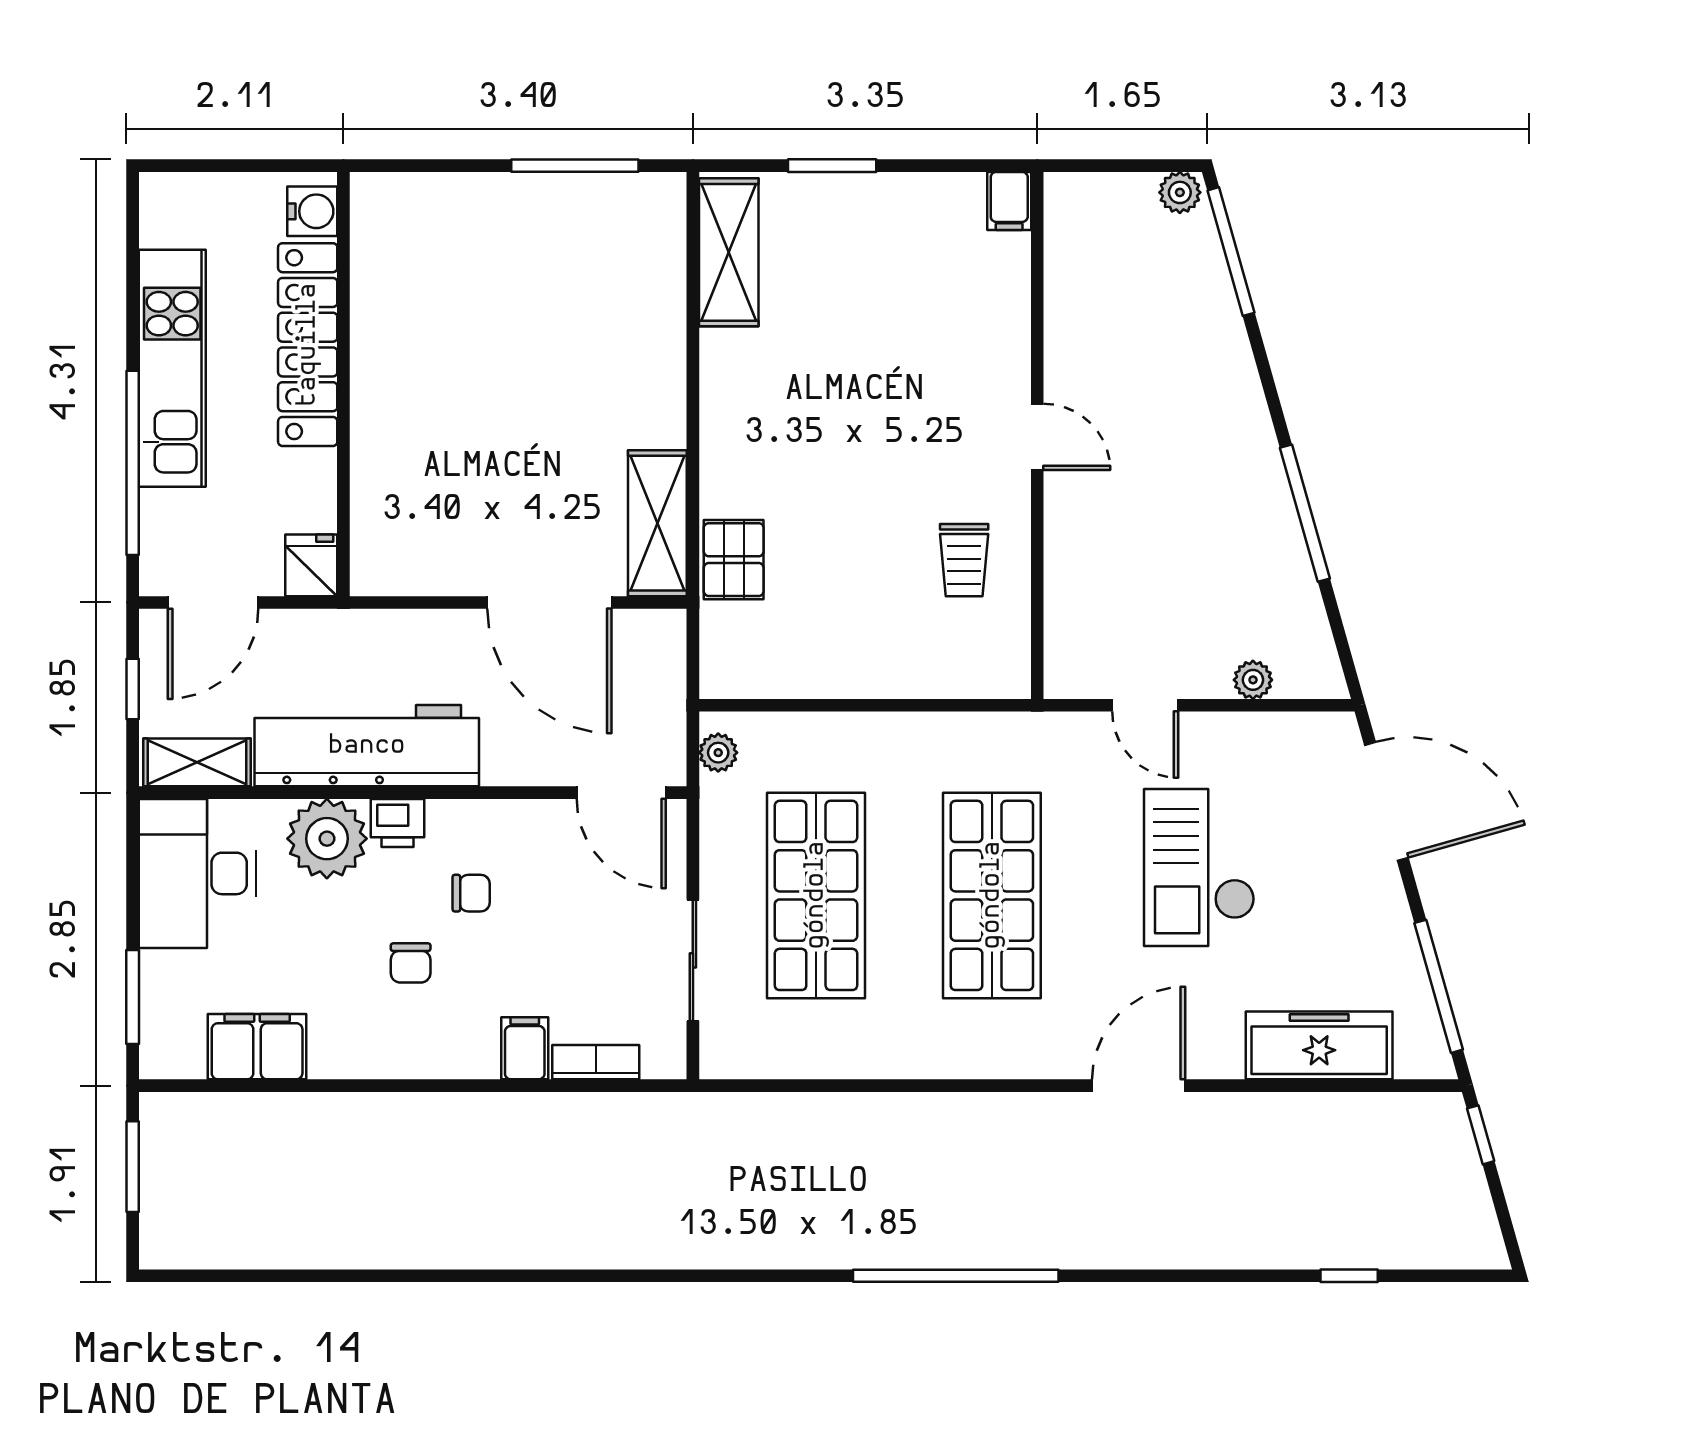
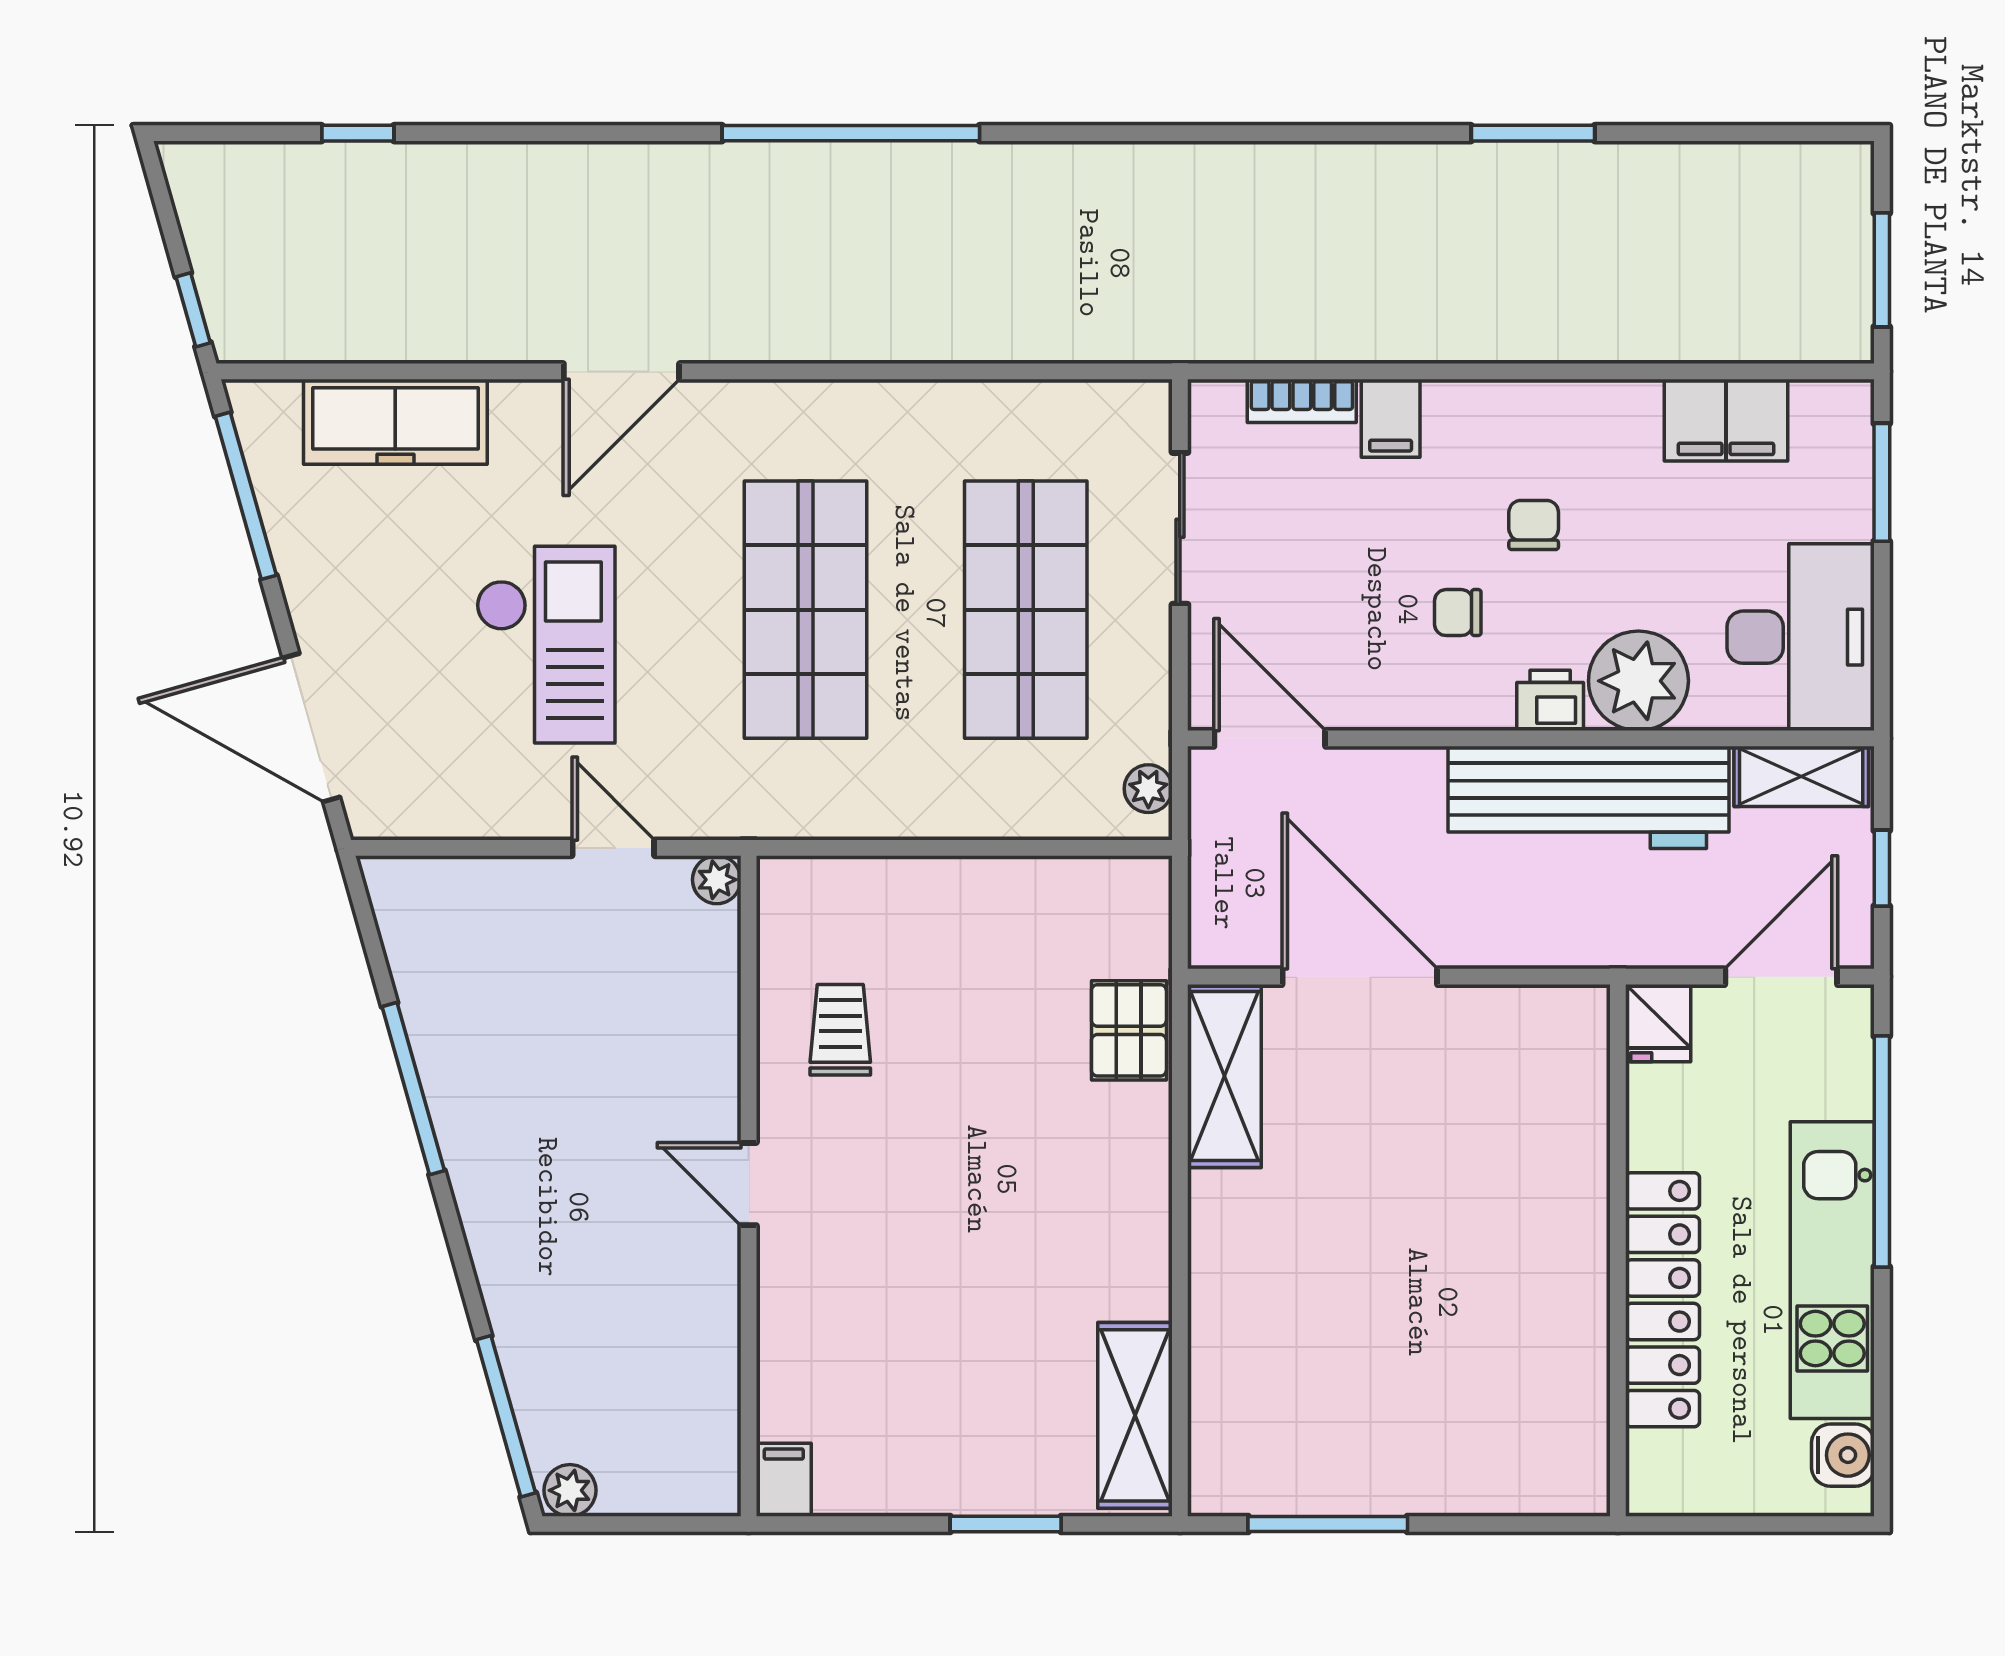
water cooler: (312, 211) -> (1843, 1455), moved, turned 180
plant: (1253, 680) -> (717, 880), moved
window: (411, 1276) -> (1533, 133), added

